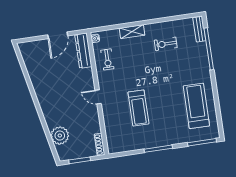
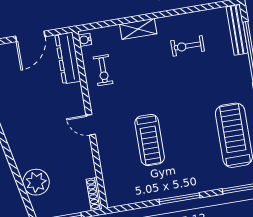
bench: (199, 29) -> (237, 30), width x1.36

